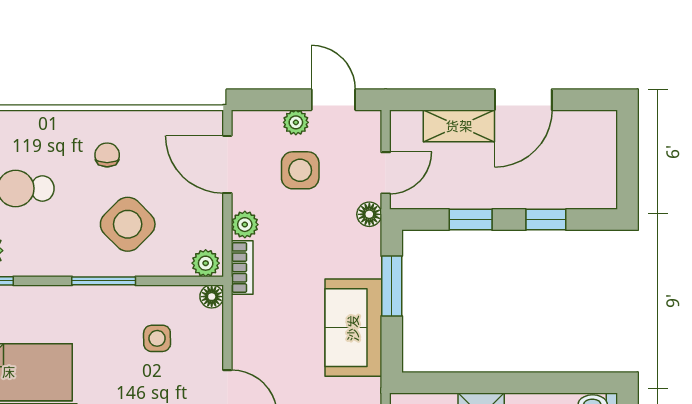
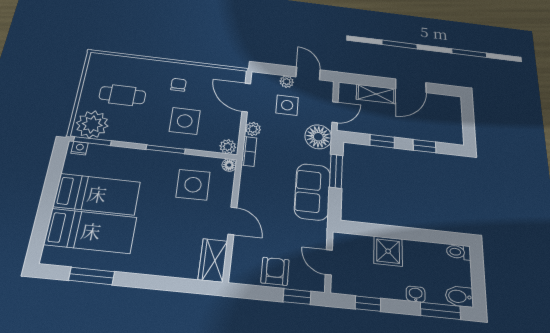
floor lamp: (369, 214) -> (318, 137), width x1.89, depth x1.89
side table: (128, 224) -> (185, 121), turned 45
side table: (157, 338) -> (193, 185), width x1.87, depth x1.87

